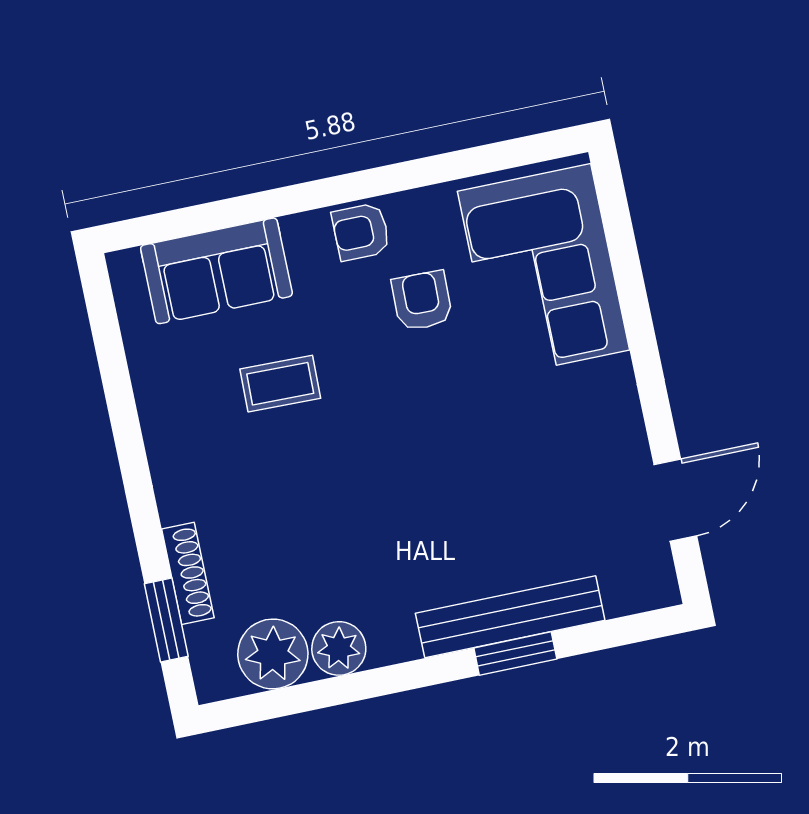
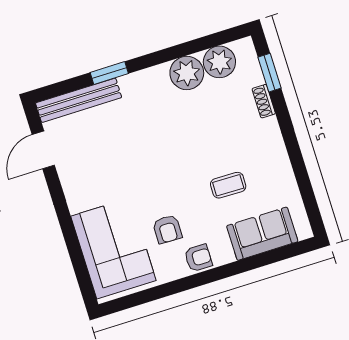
shoe rack: (188, 573) -> (264, 101), width x0.70
bench: (510, 617) -> (79, 100), moved
plant: (339, 648) -> (187, 73), width x1.36, depth x1.36

